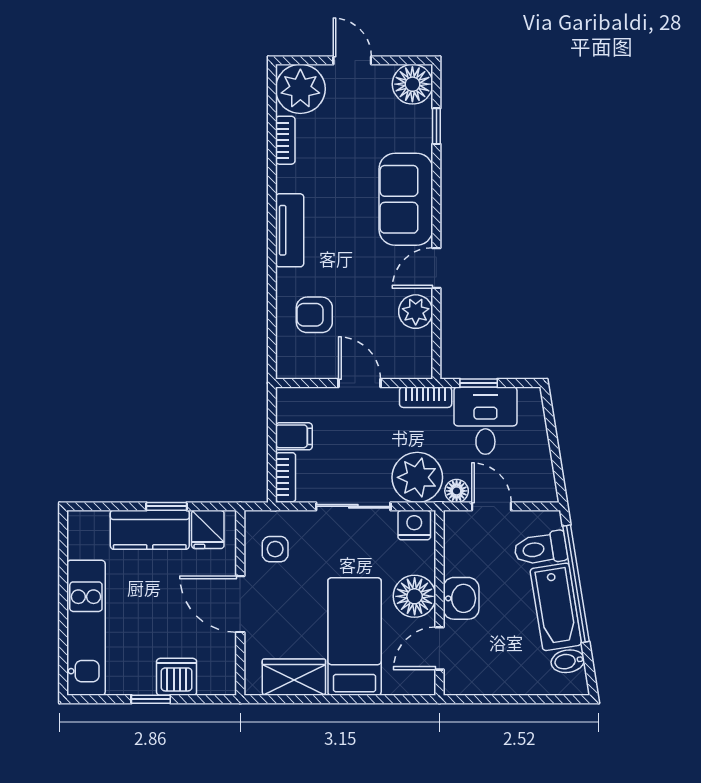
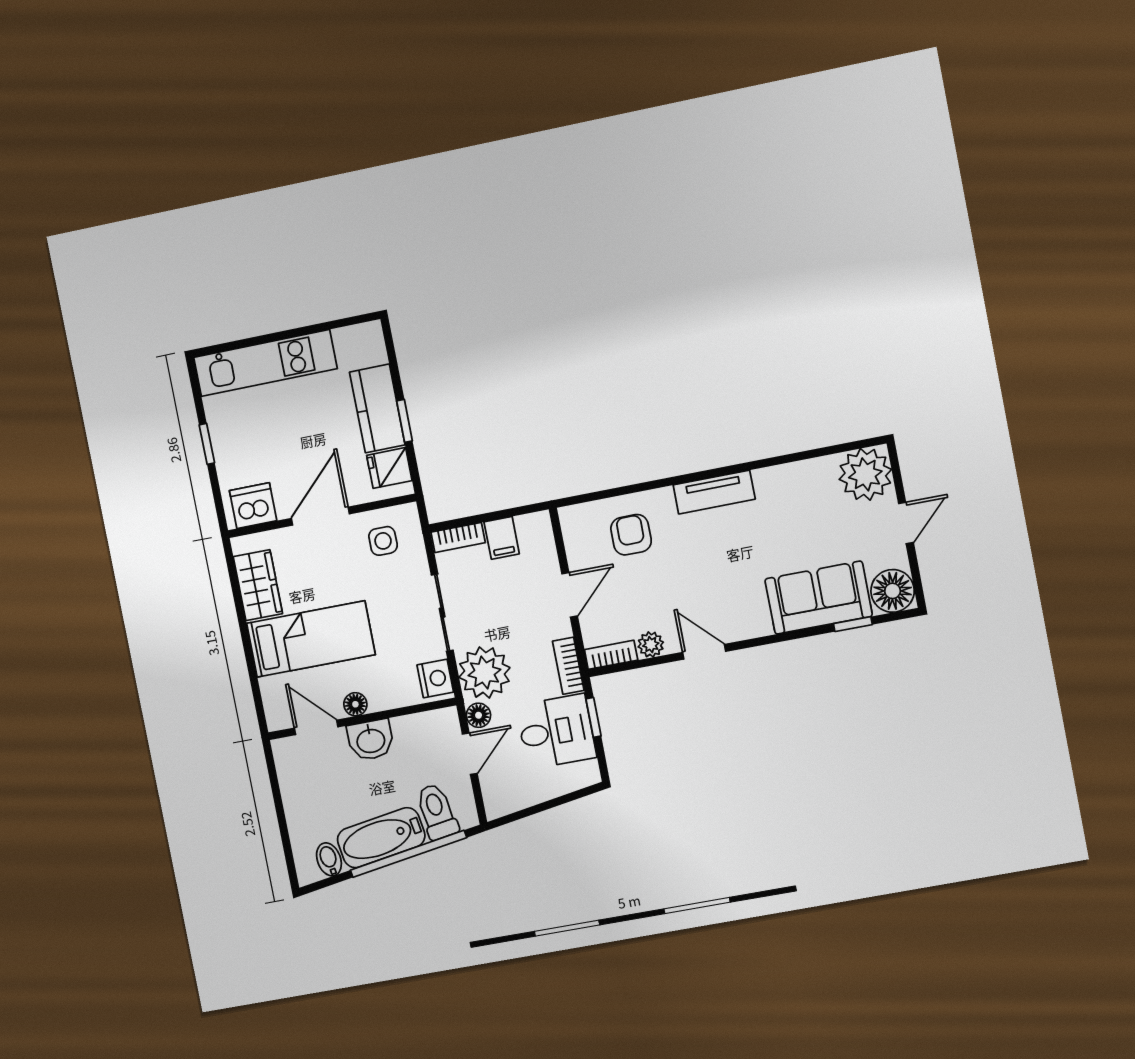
bookcase: (285, 140) -> (611, 655), moved, turned 180
sofa: (406, 199) -> (819, 598), moved
plant: (416, 312) -> (651, 645), width x0.73, depth x0.73
floor lamp: (415, 596) -> (355, 704), width x0.53, depth x0.53
dishwasher: (177, 677) -> (253, 506), moved, turned -90

